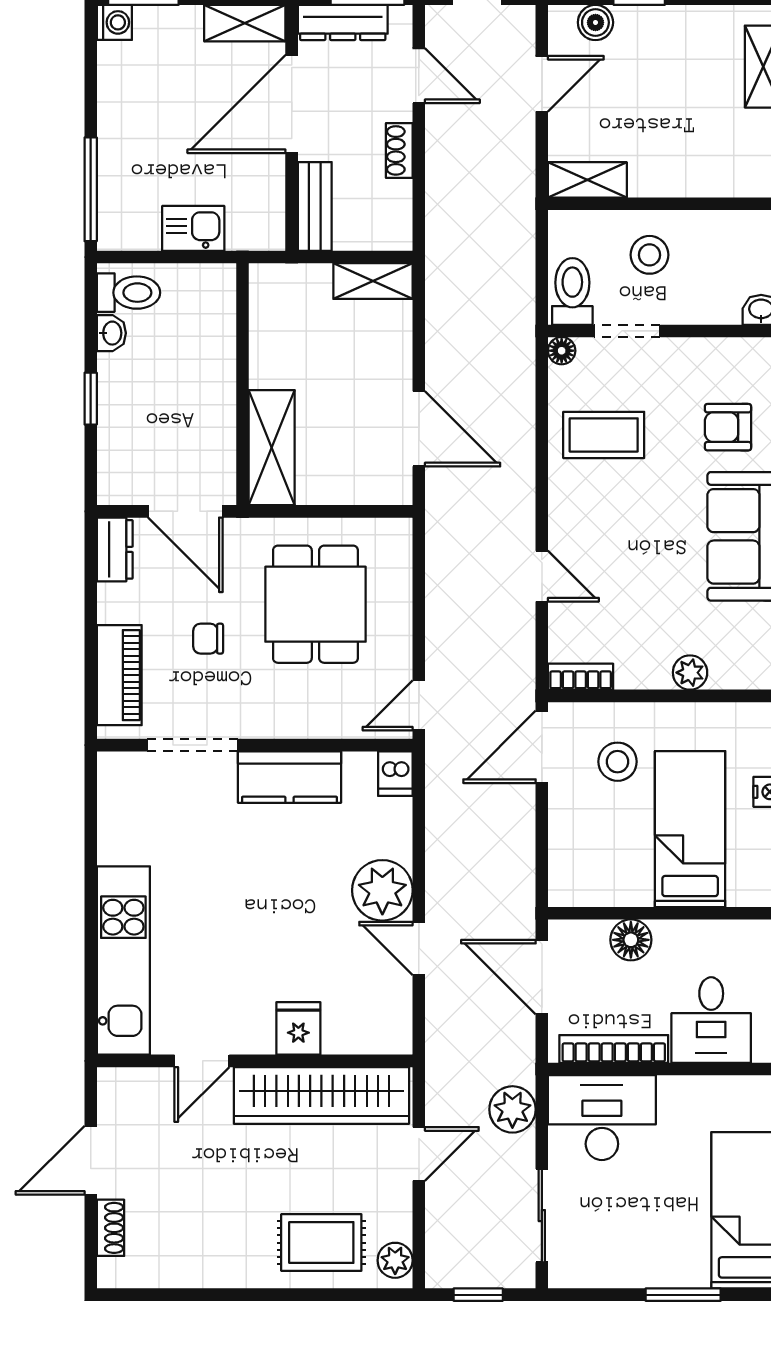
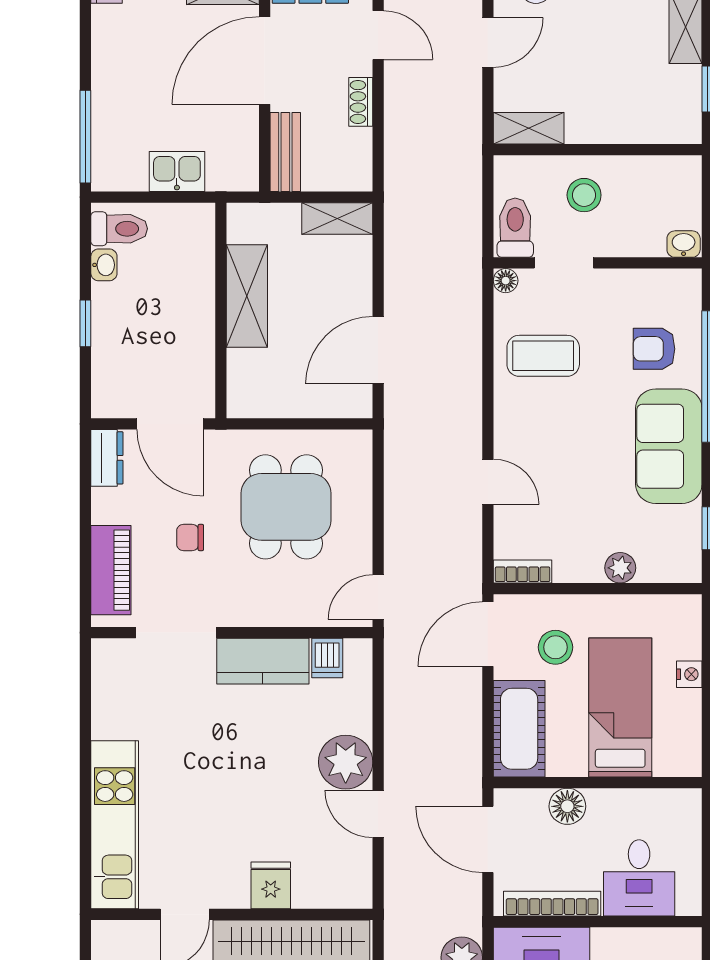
door: (419, 429) -> (378, 350), swing flipped
shelving: (272, 448) -> (247, 296), moved
dishwasher: (395, 774) -> (327, 658), moved
cot: (577, 853) -> (519, 729), added

